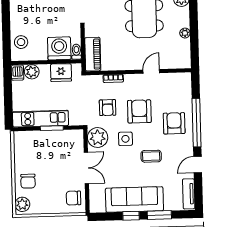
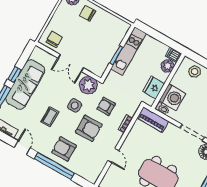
armchair: (174, 123) -> (64, 149), turned 180

